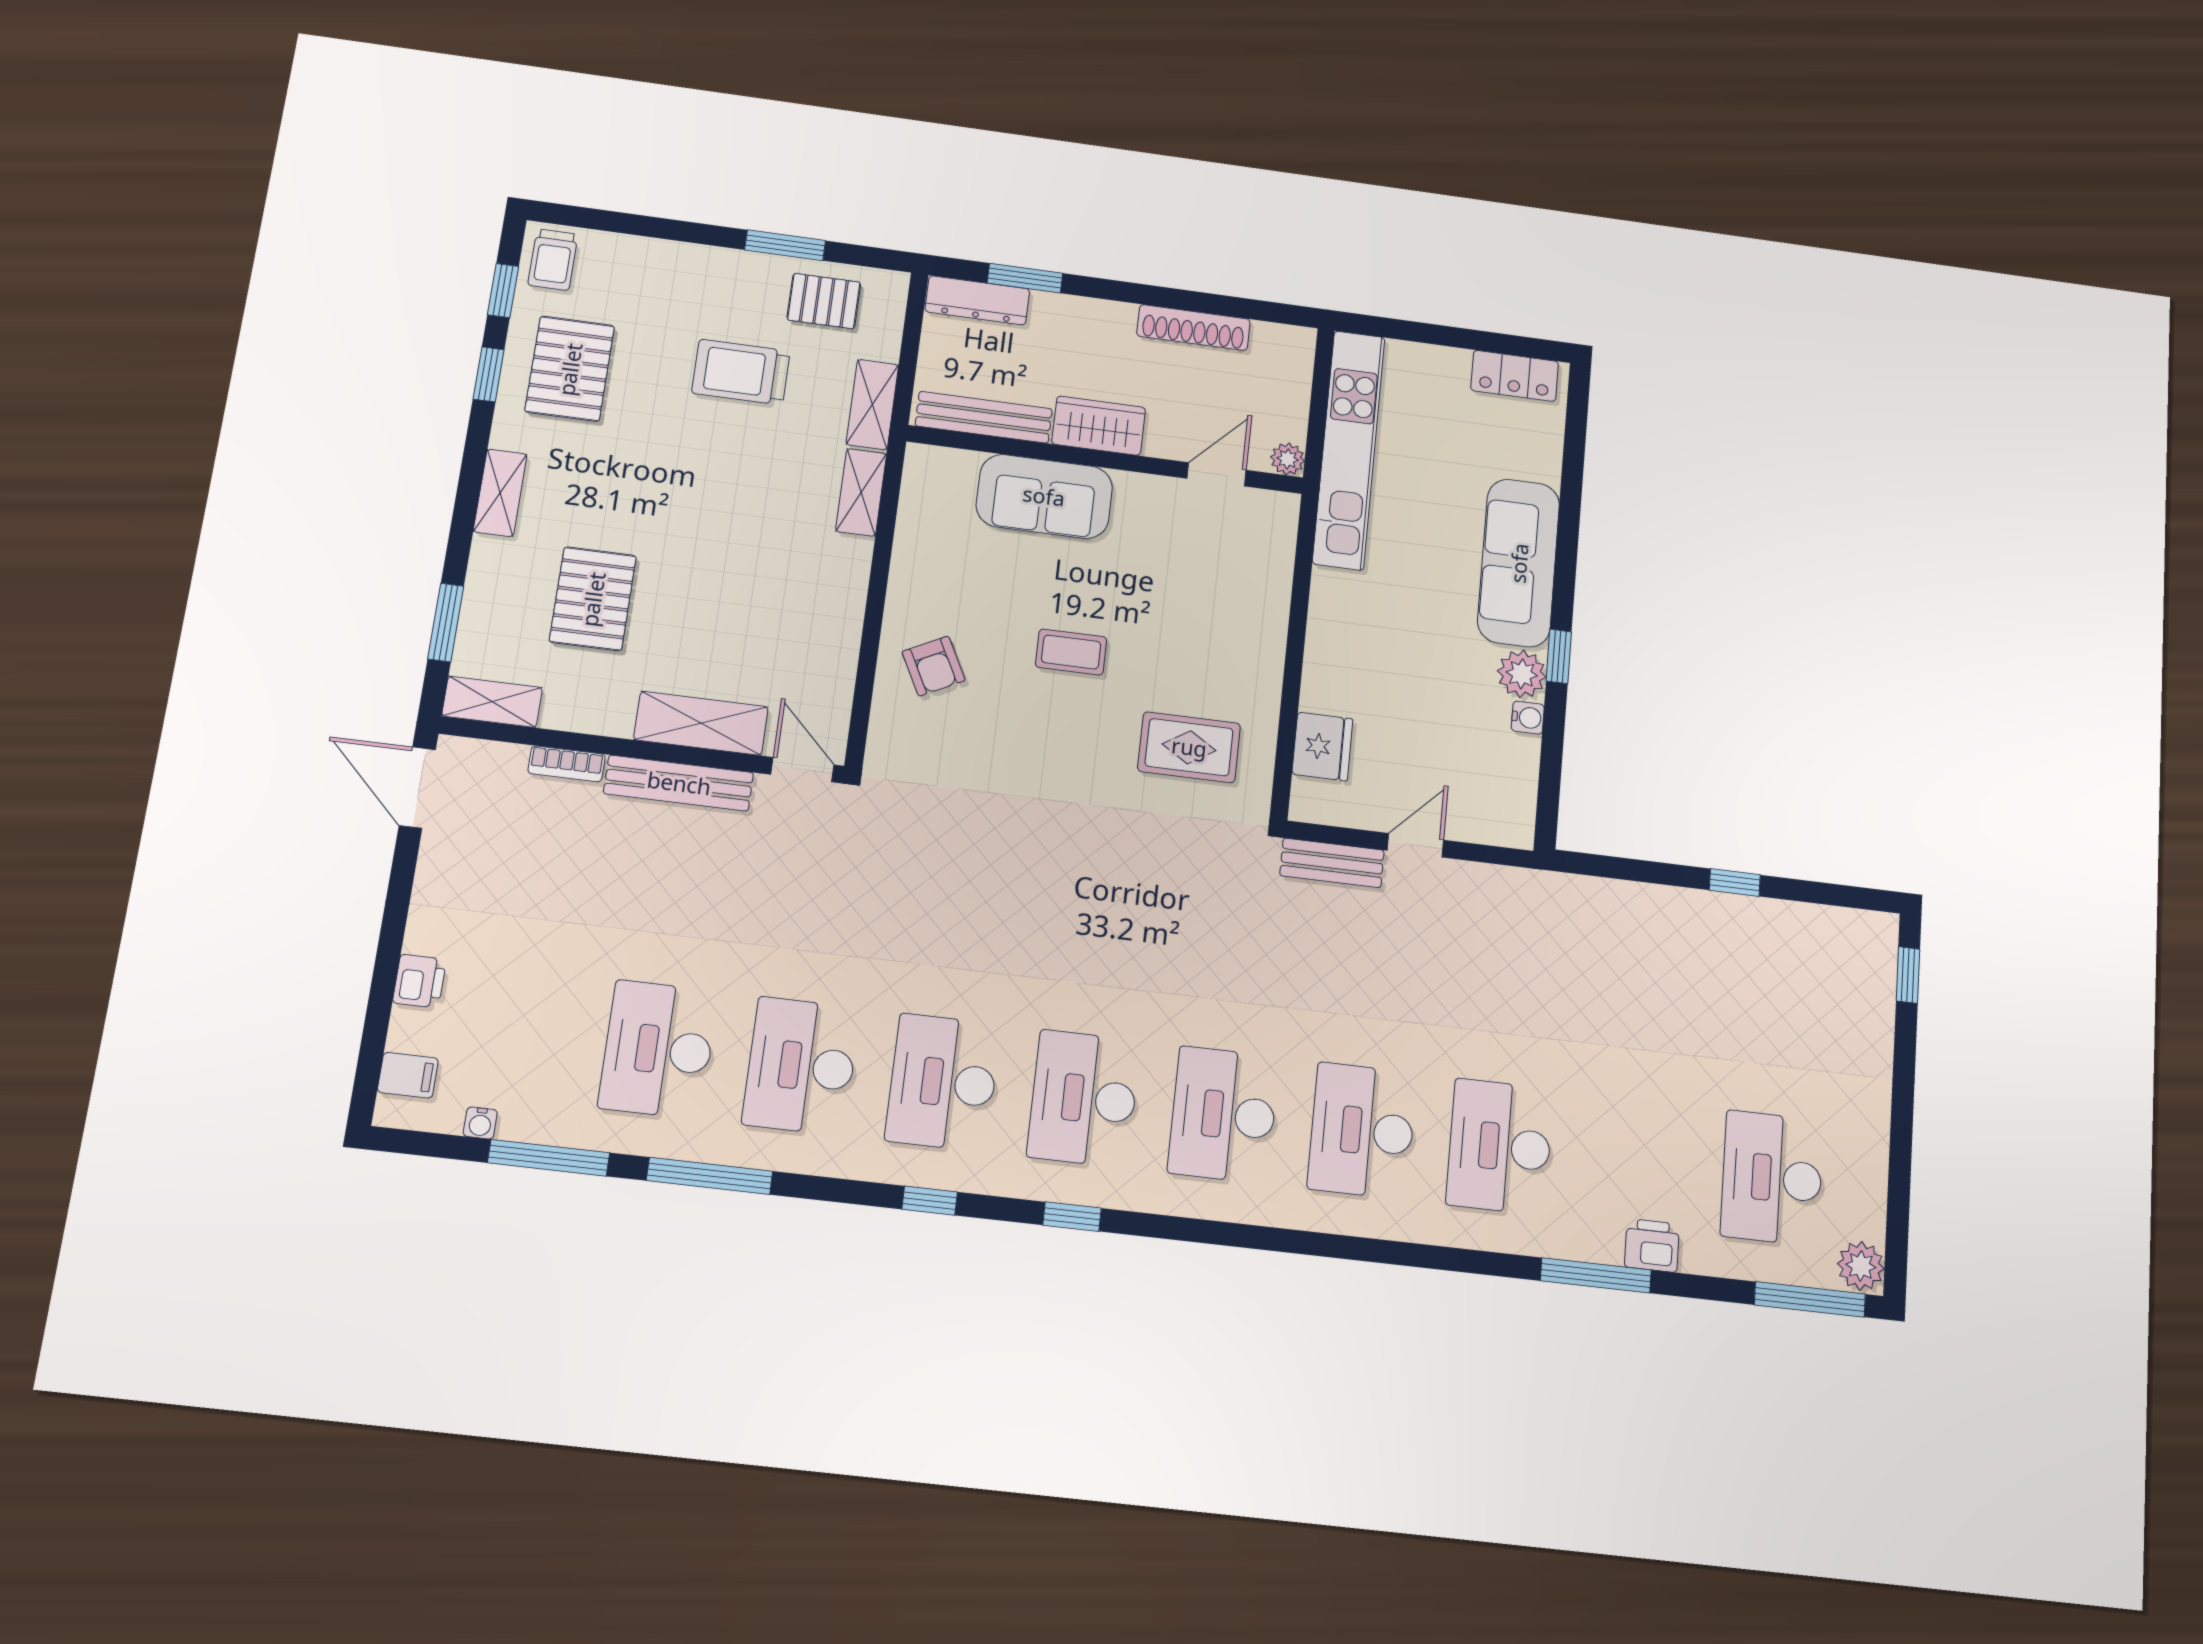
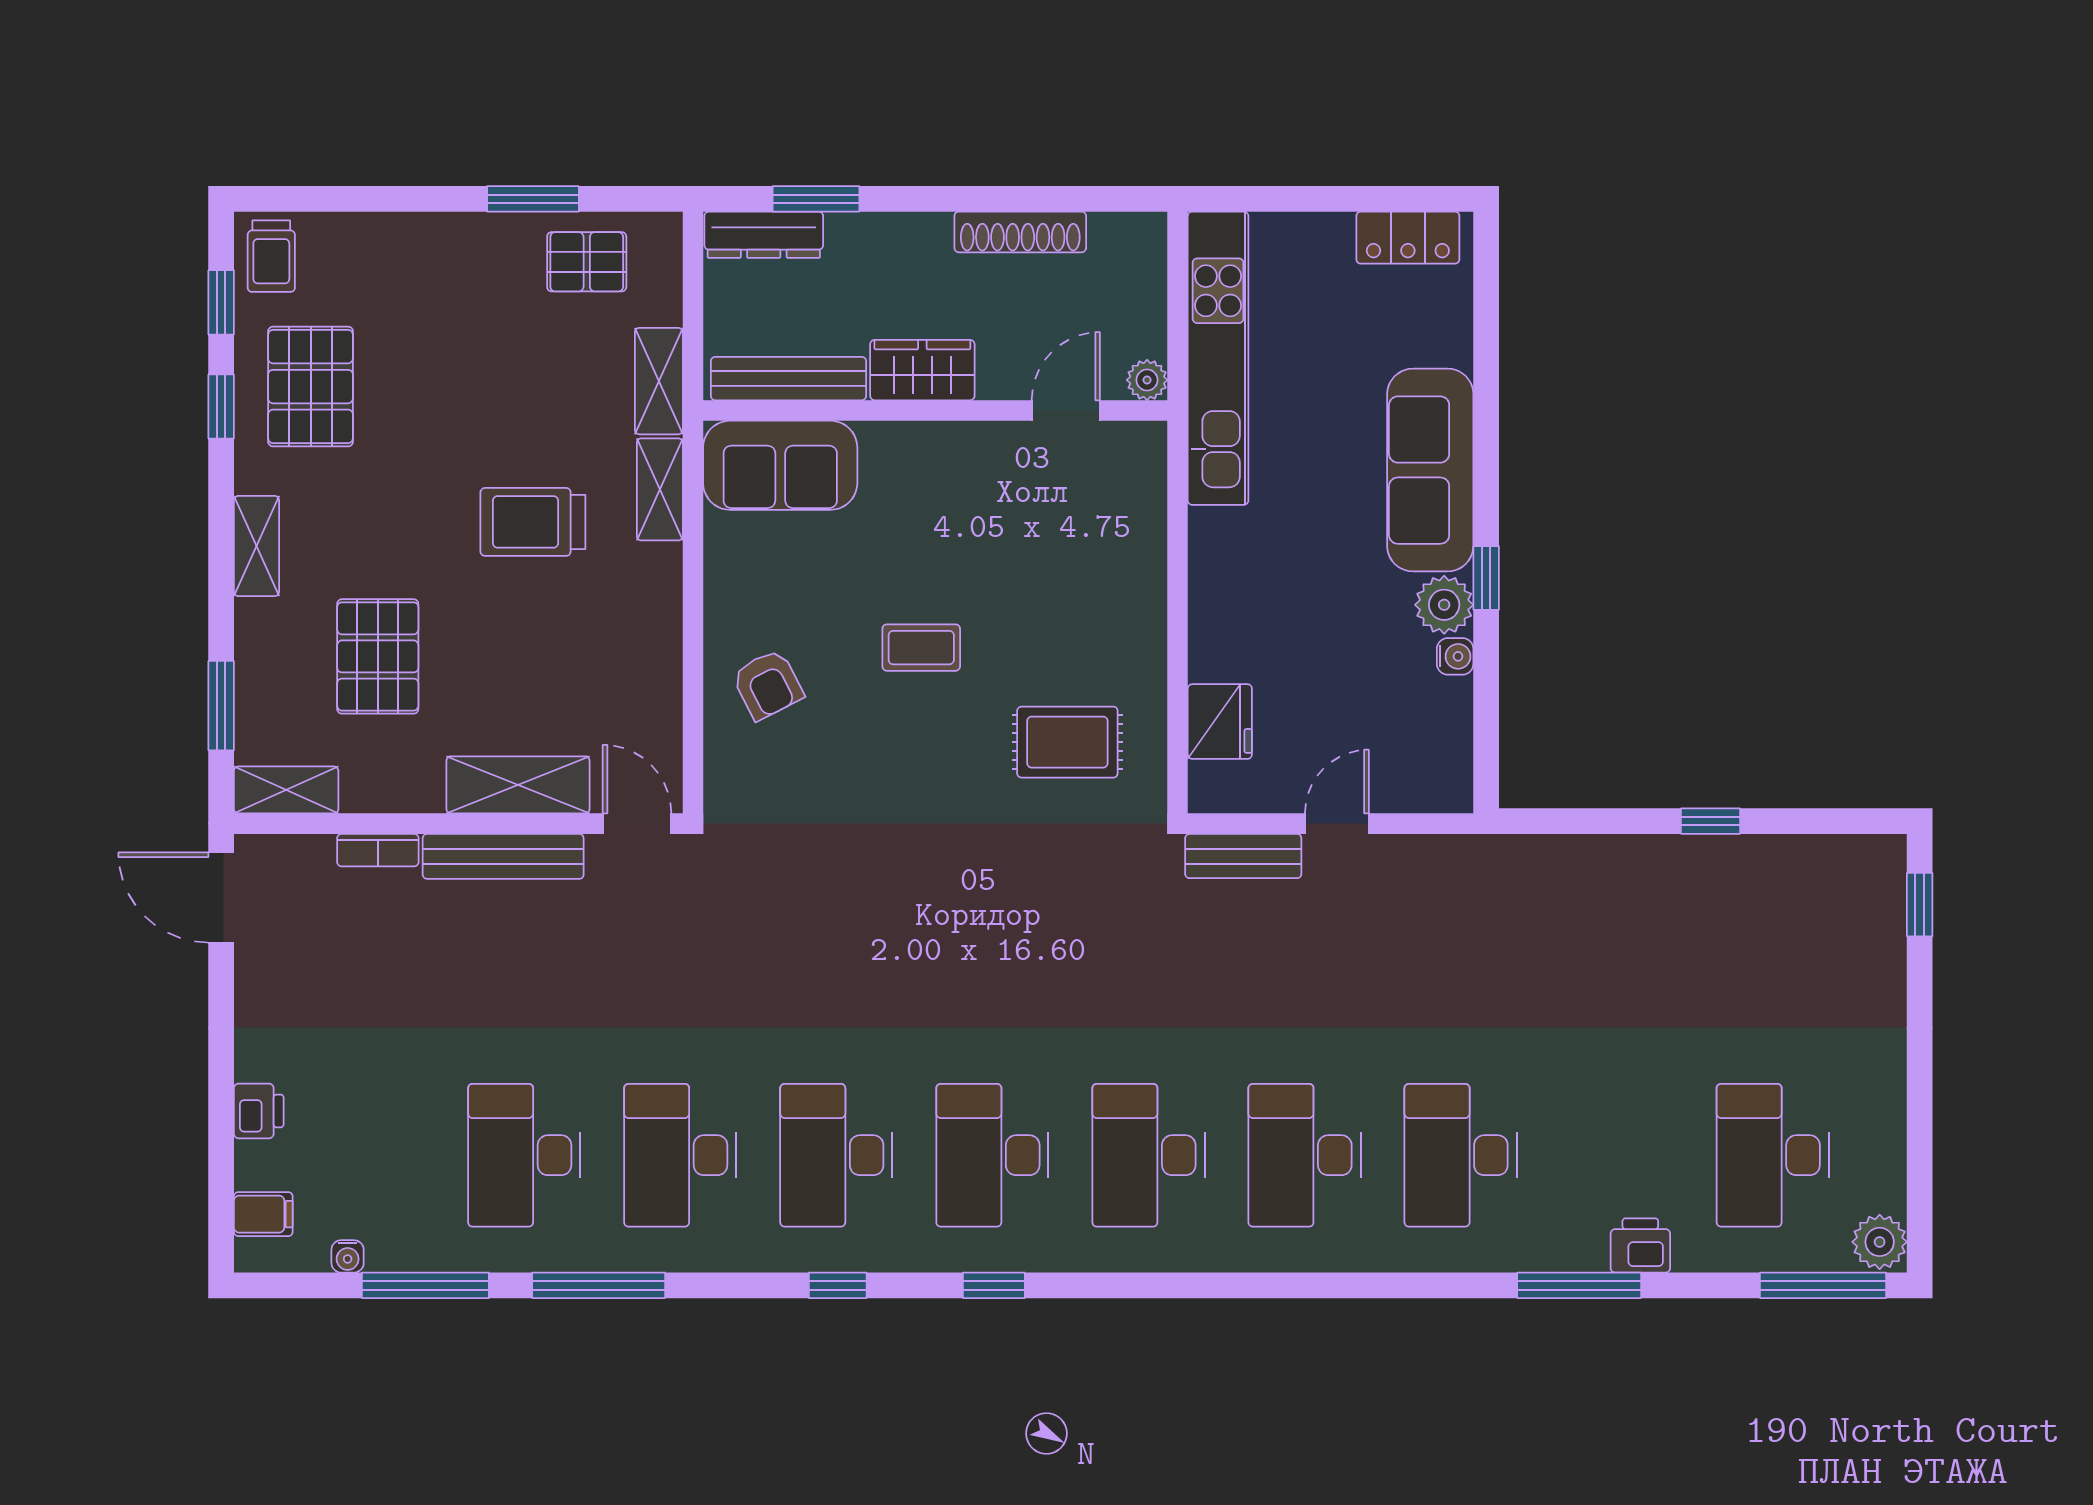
trolley: (741, 372) -> (533, 522), moved
sofa: (1044, 496) -> (780, 465), moved

